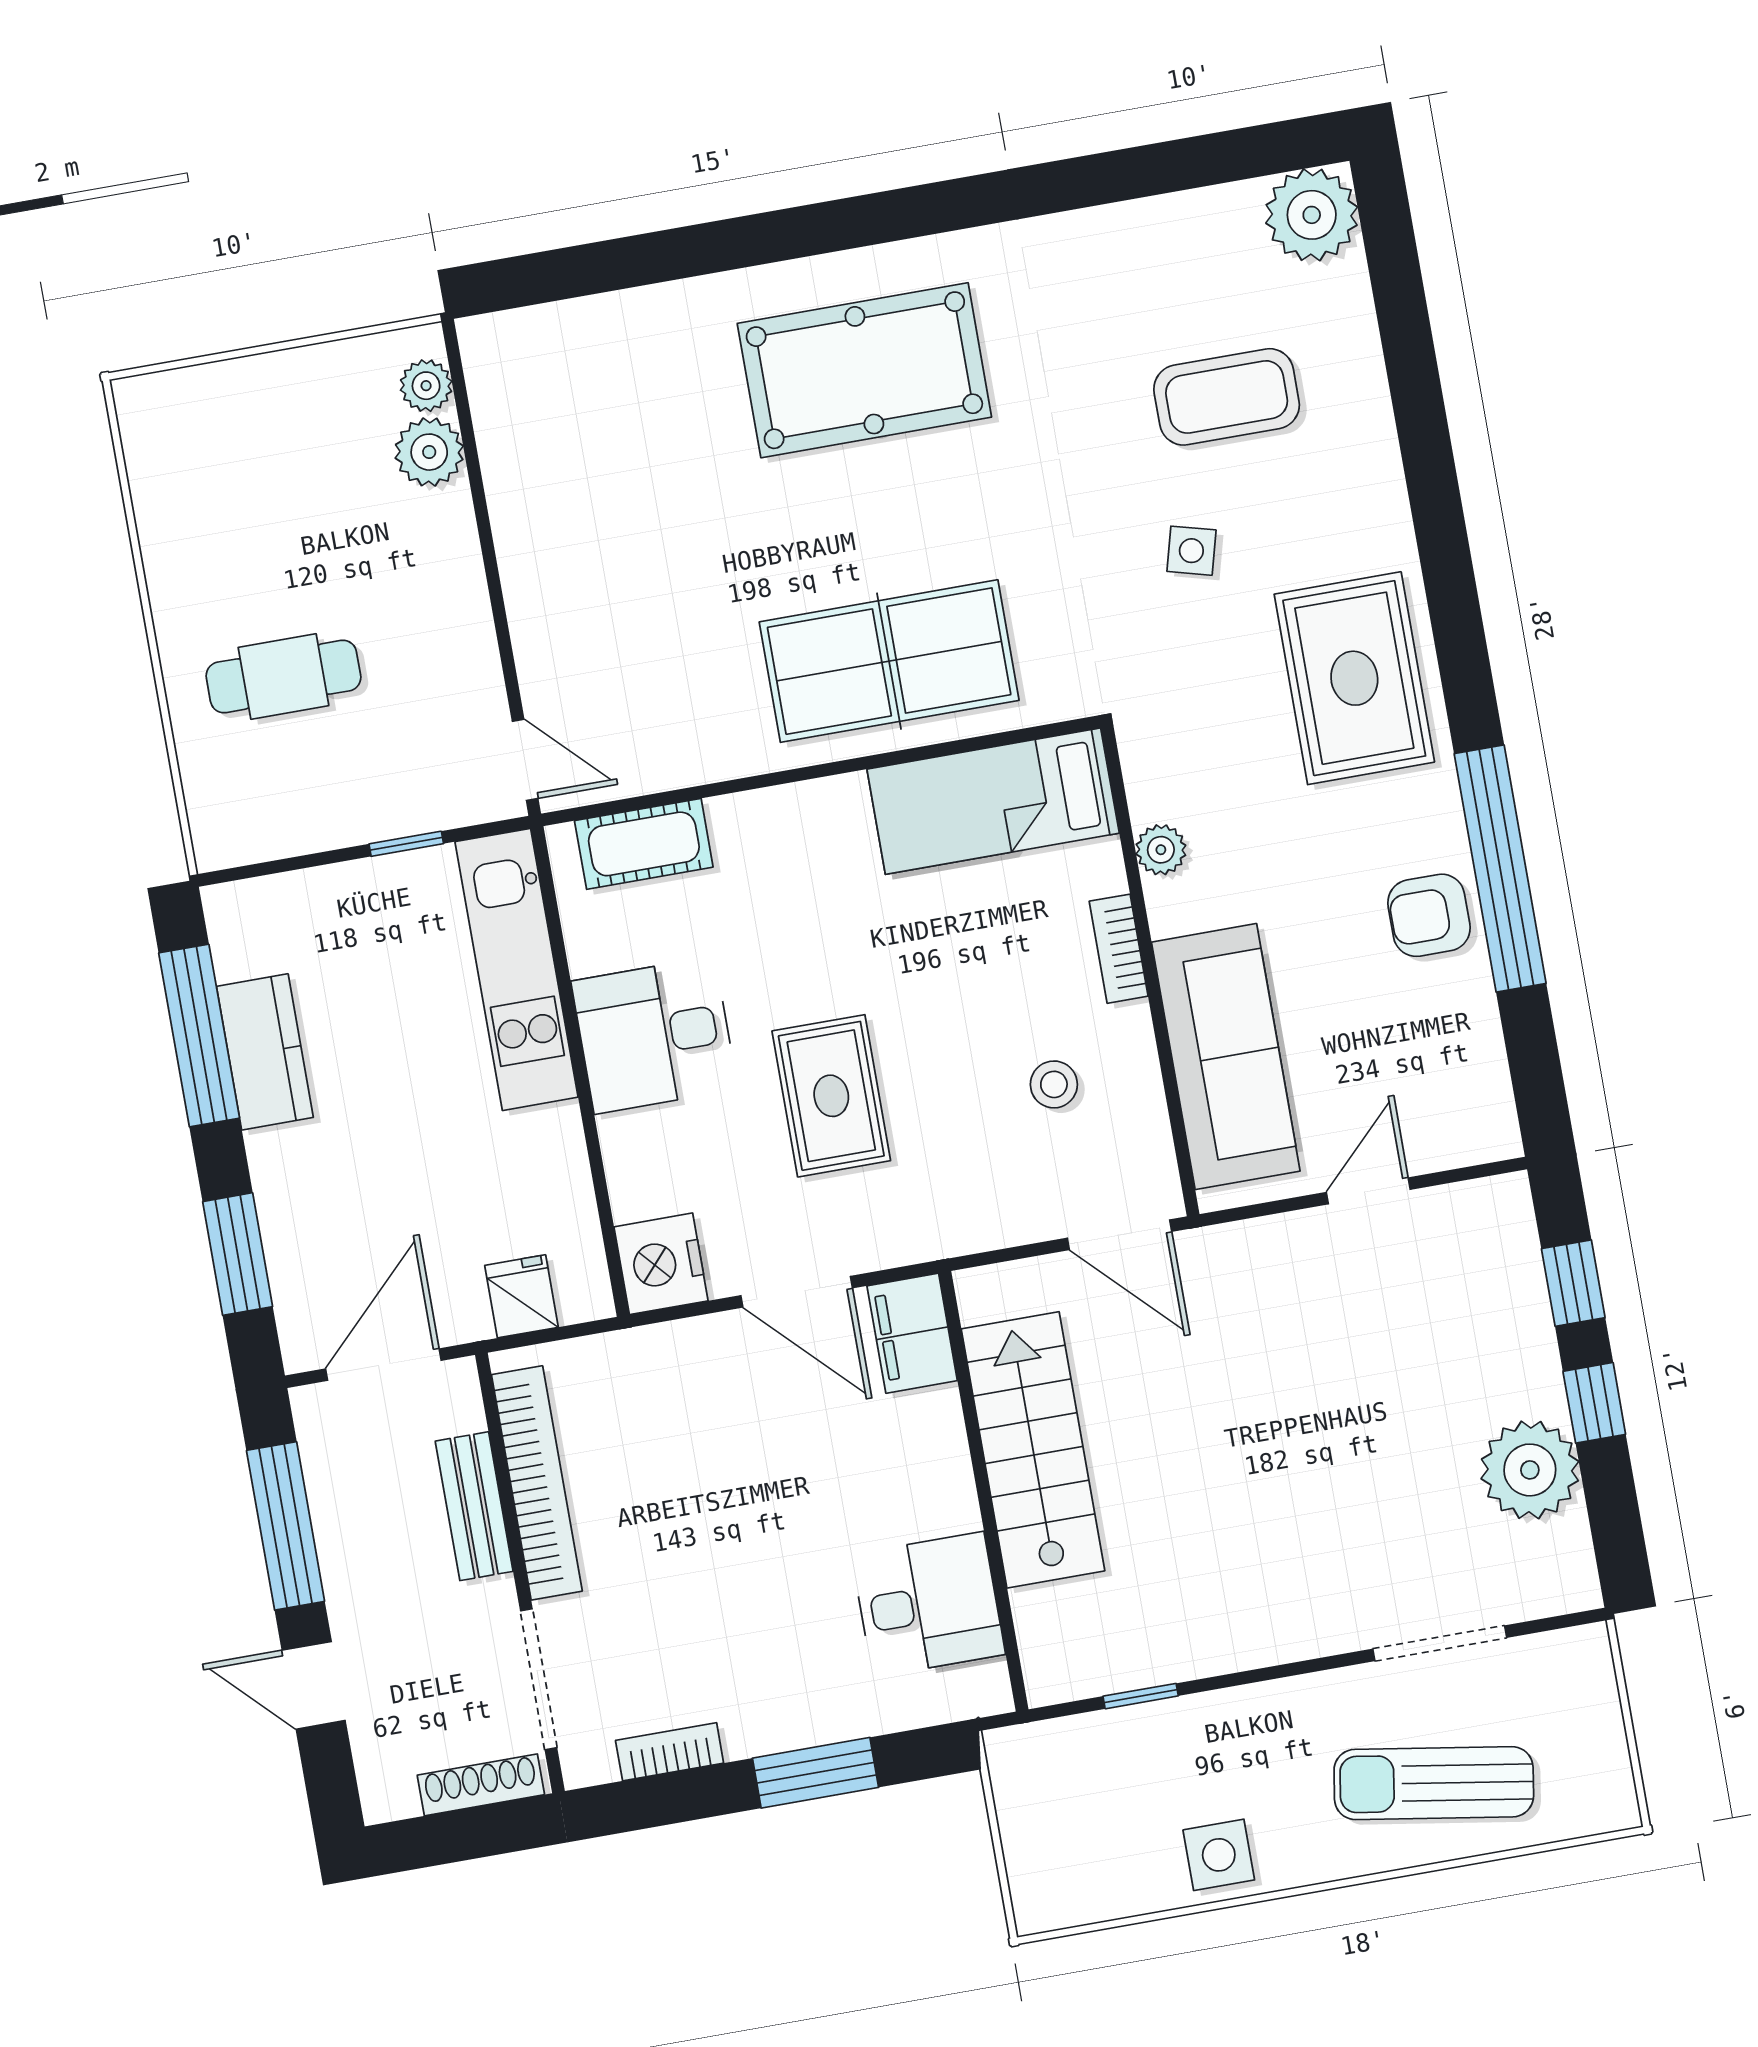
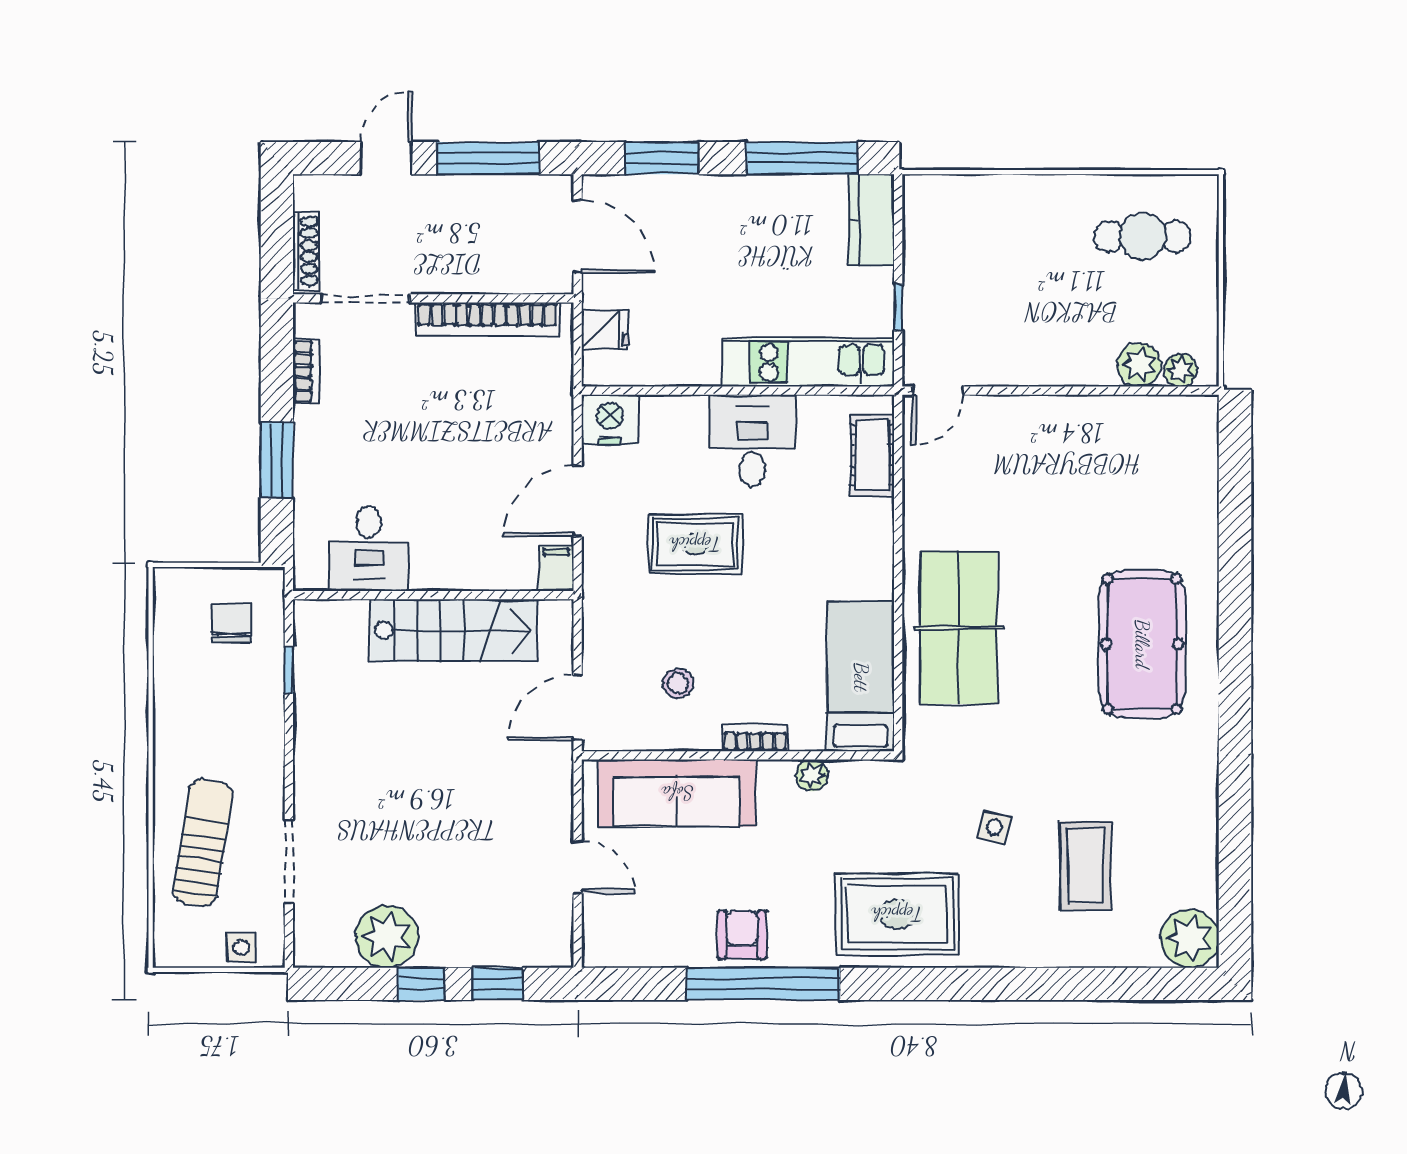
cafe table: (283, 677) -> (1143, 236), moved, turned 90
kitchen counter: (265, 1052) -> (871, 220), moved, turned 90
filing cabinet: (912, 1333) -> (556, 568), width x0.50
bench: (474, 1506) -> (480, 277), removed
chair: (1083, 1798) -> (232, 623), added
side table: (1219, 1855) -> (241, 948), moved, width x0.73, depth x0.73

